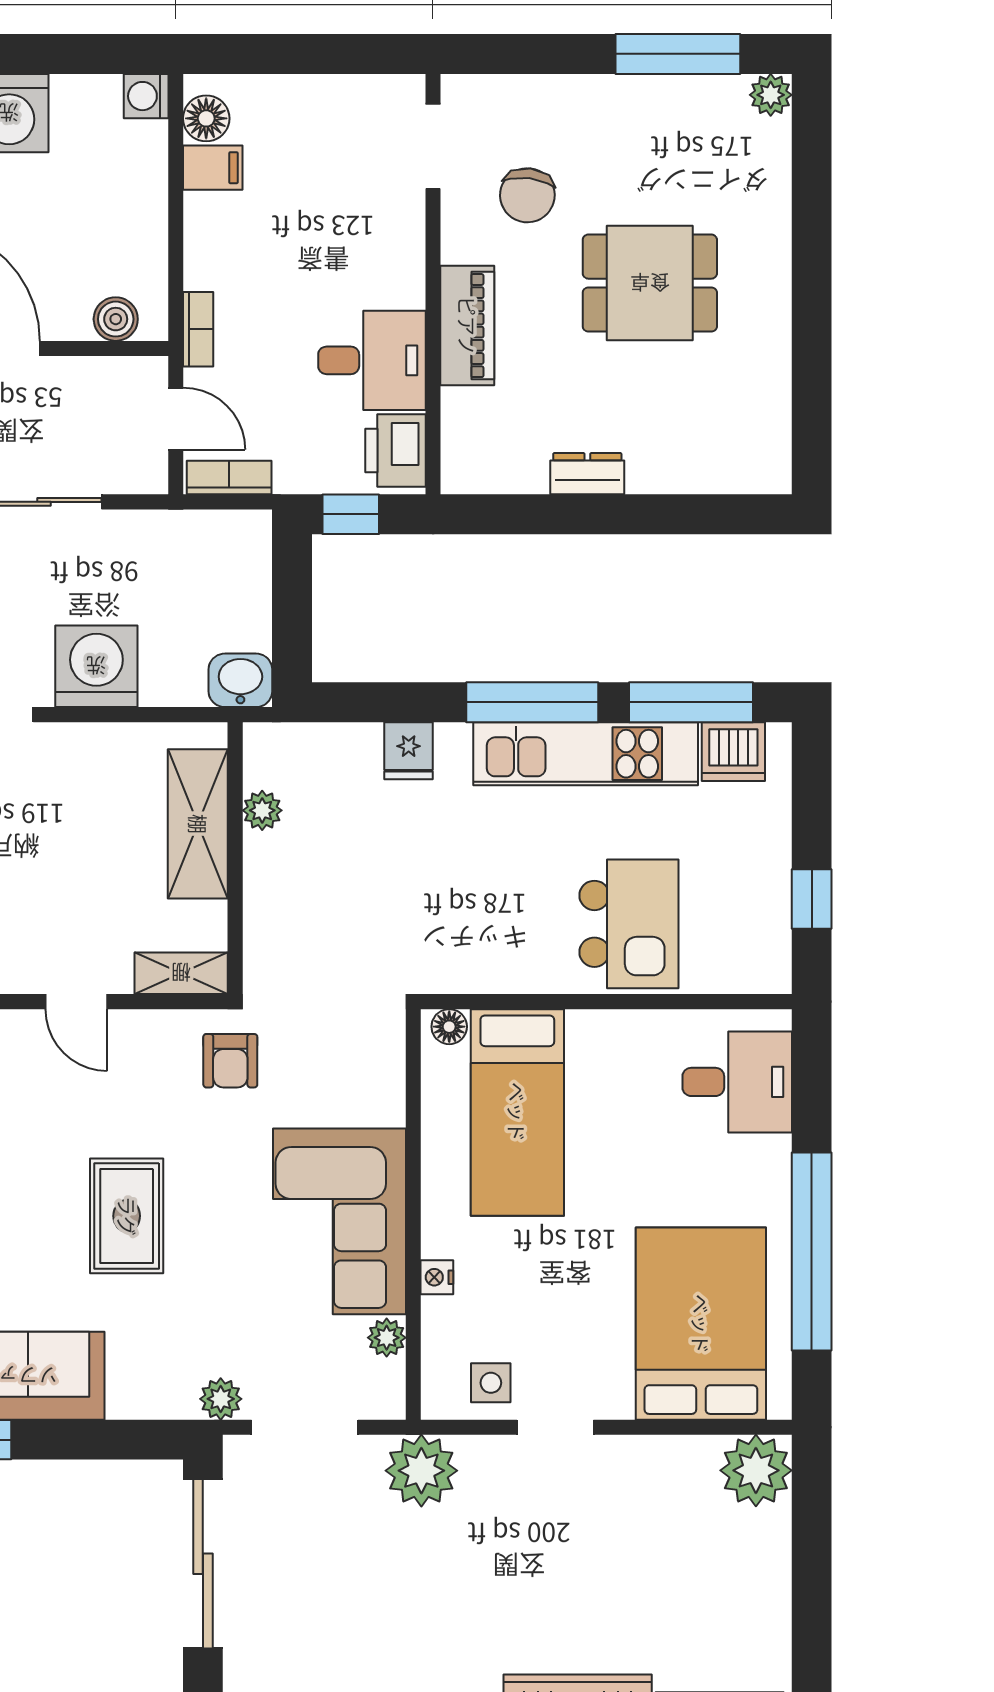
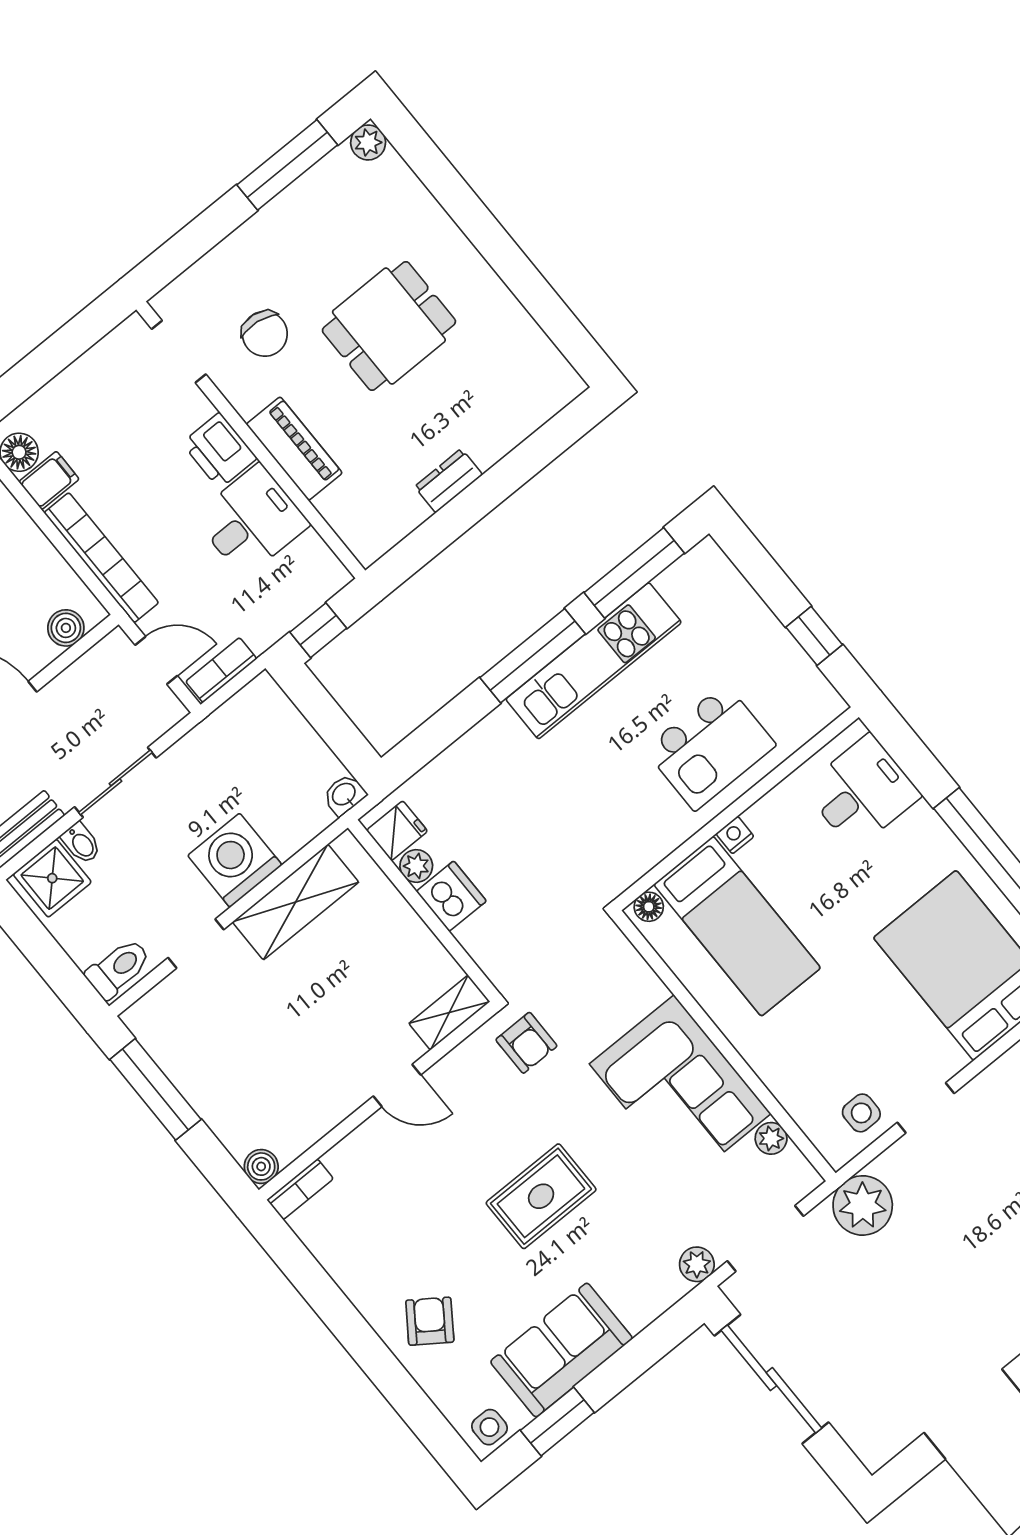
bookcase: (198, 329) -> (101, 558), width x2.31, depth x1.31
printer: (395, 451) -> (219, 451), moved
washbasin: (240, 680) -> (344, 795), width x0.72, depth x0.69
fridge: (409, 751) -> (397, 831), moved, turned -90
dishwasher: (733, 752) -> (451, 896), moved, turned -90
shelving: (198, 824) -> (296, 902), moved, turned 90
kitchen island: (629, 924) -> (710, 747), turned 90
rug: (127, 1216) -> (541, 1196), turned 90
nightstand: (437, 1277) -> (735, 835), moved, turned 90

